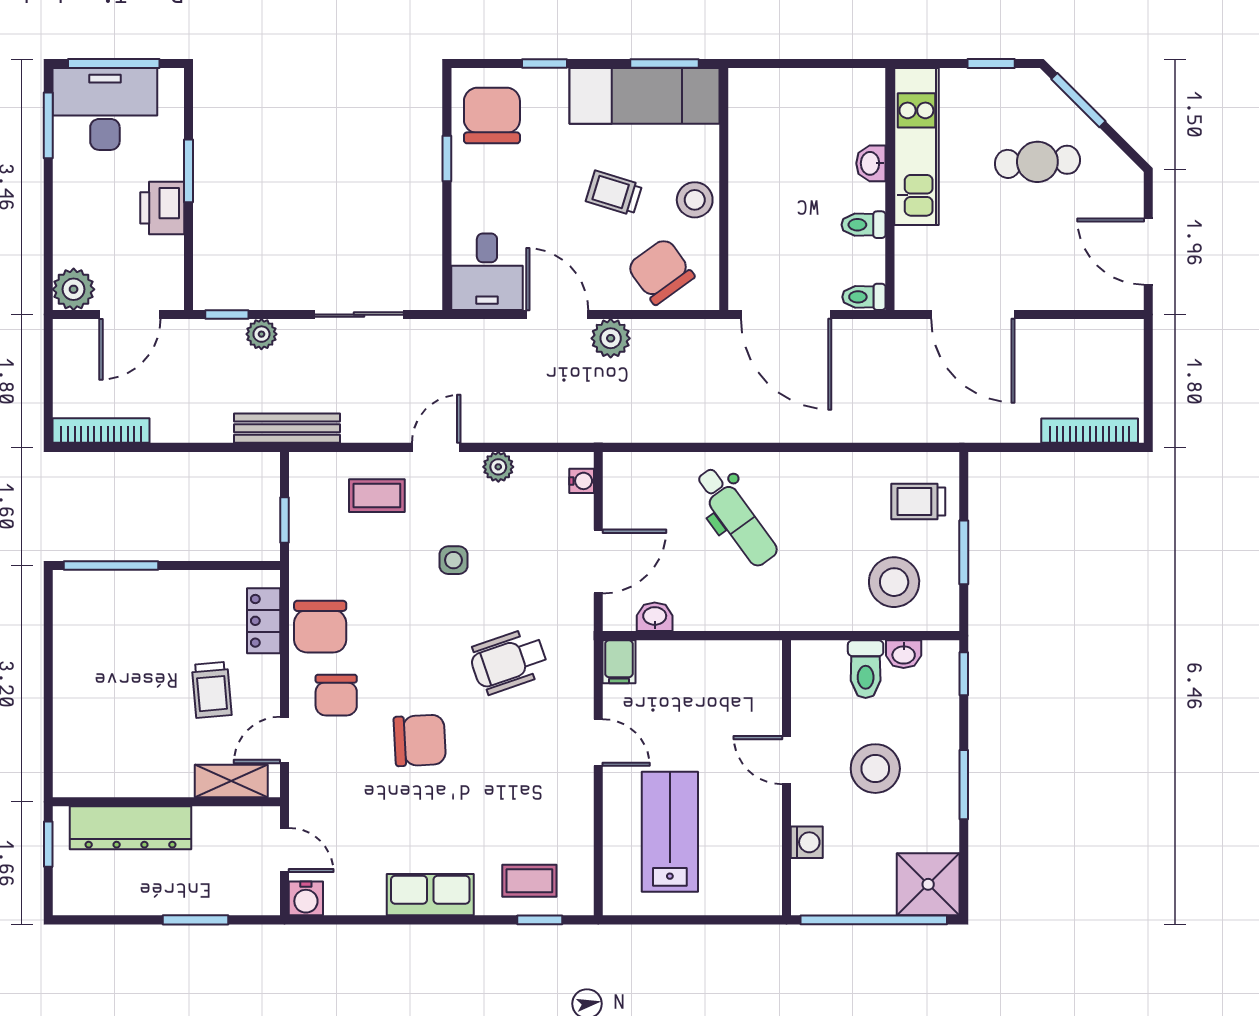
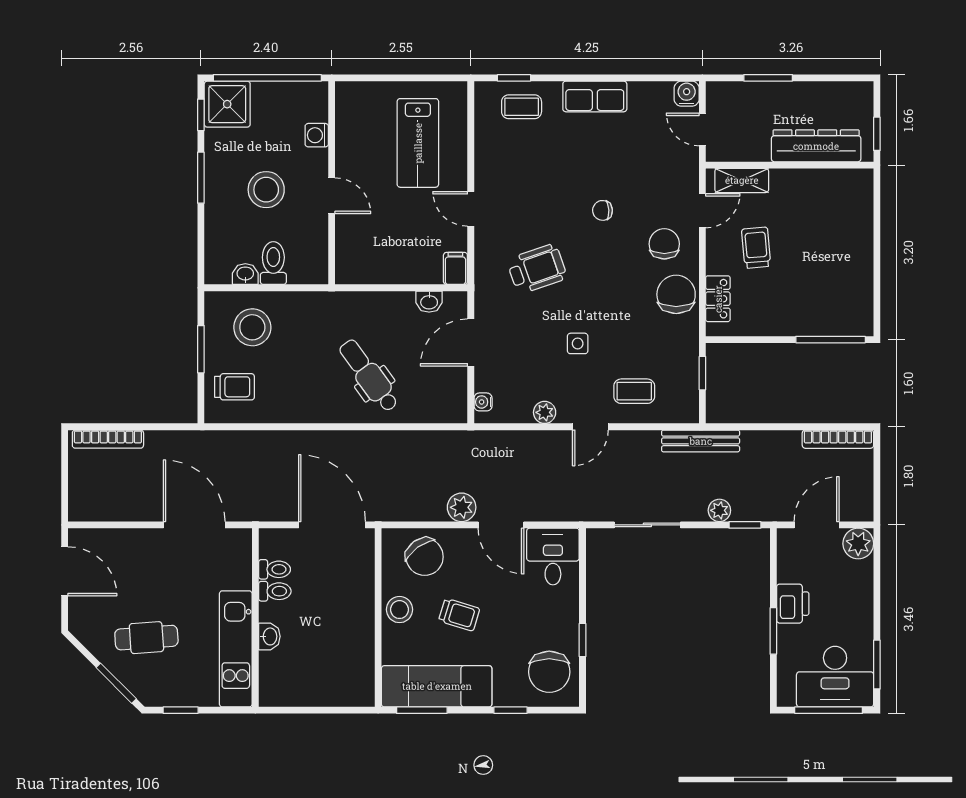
toilet: (864, 297) -> (275, 569), moved
window: (964, 674) -> (201, 115), moved
chair: (420, 740) -> (603, 210), width x0.54, depth x0.54

